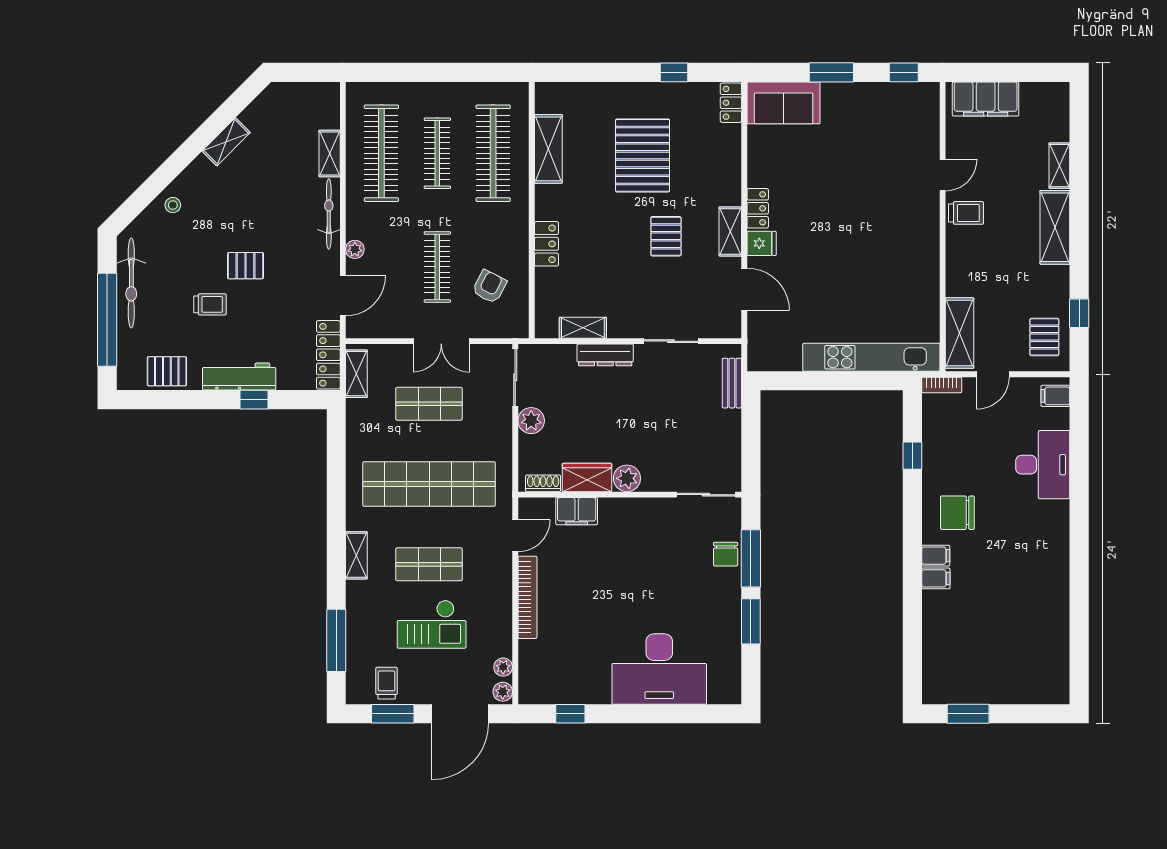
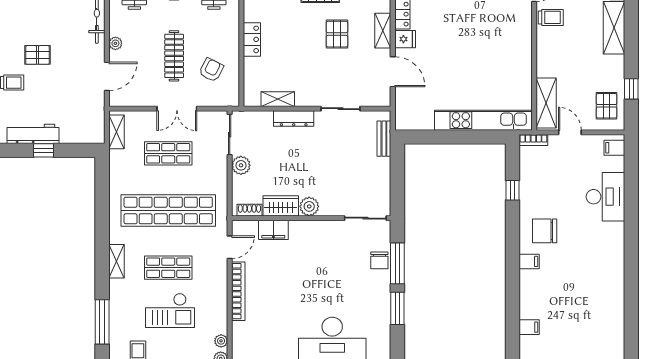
locker: (328, 355) -> (96, 118), removed
door: (993, 374) -> (570, 132), swing flipped
filing cabinet: (936, 578) -> (529, 327), moved

